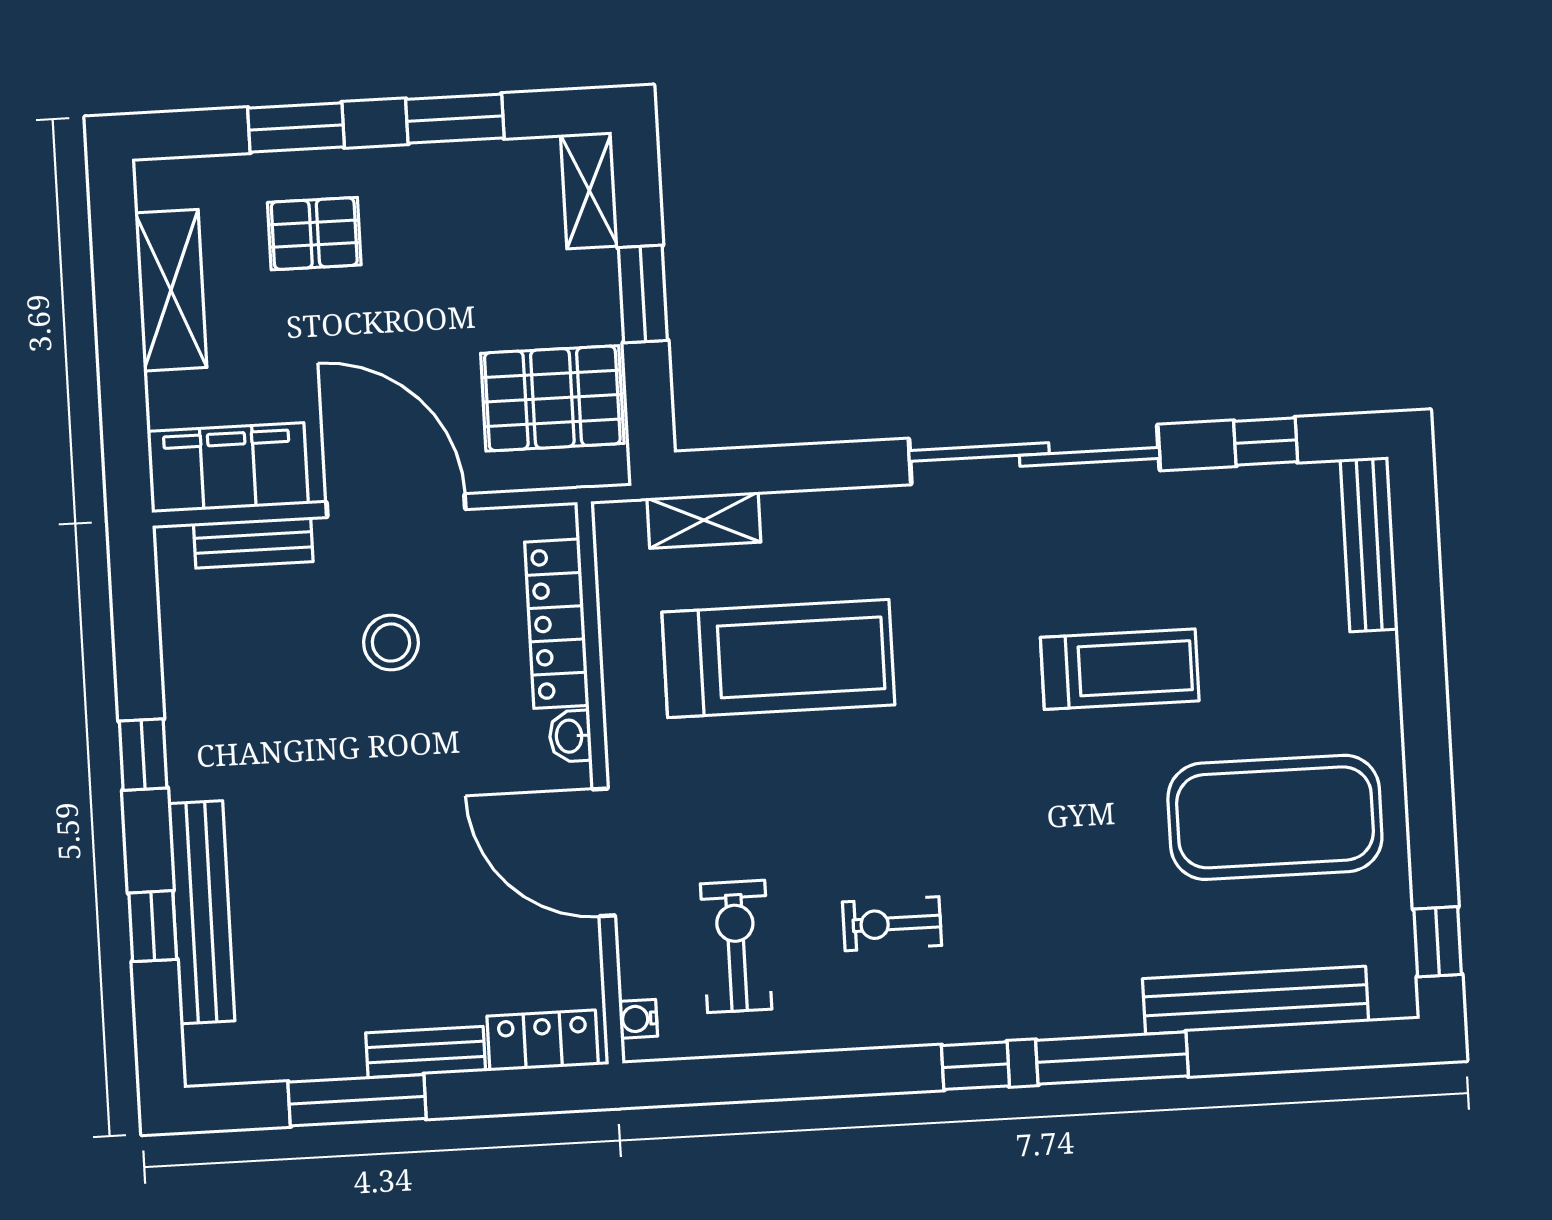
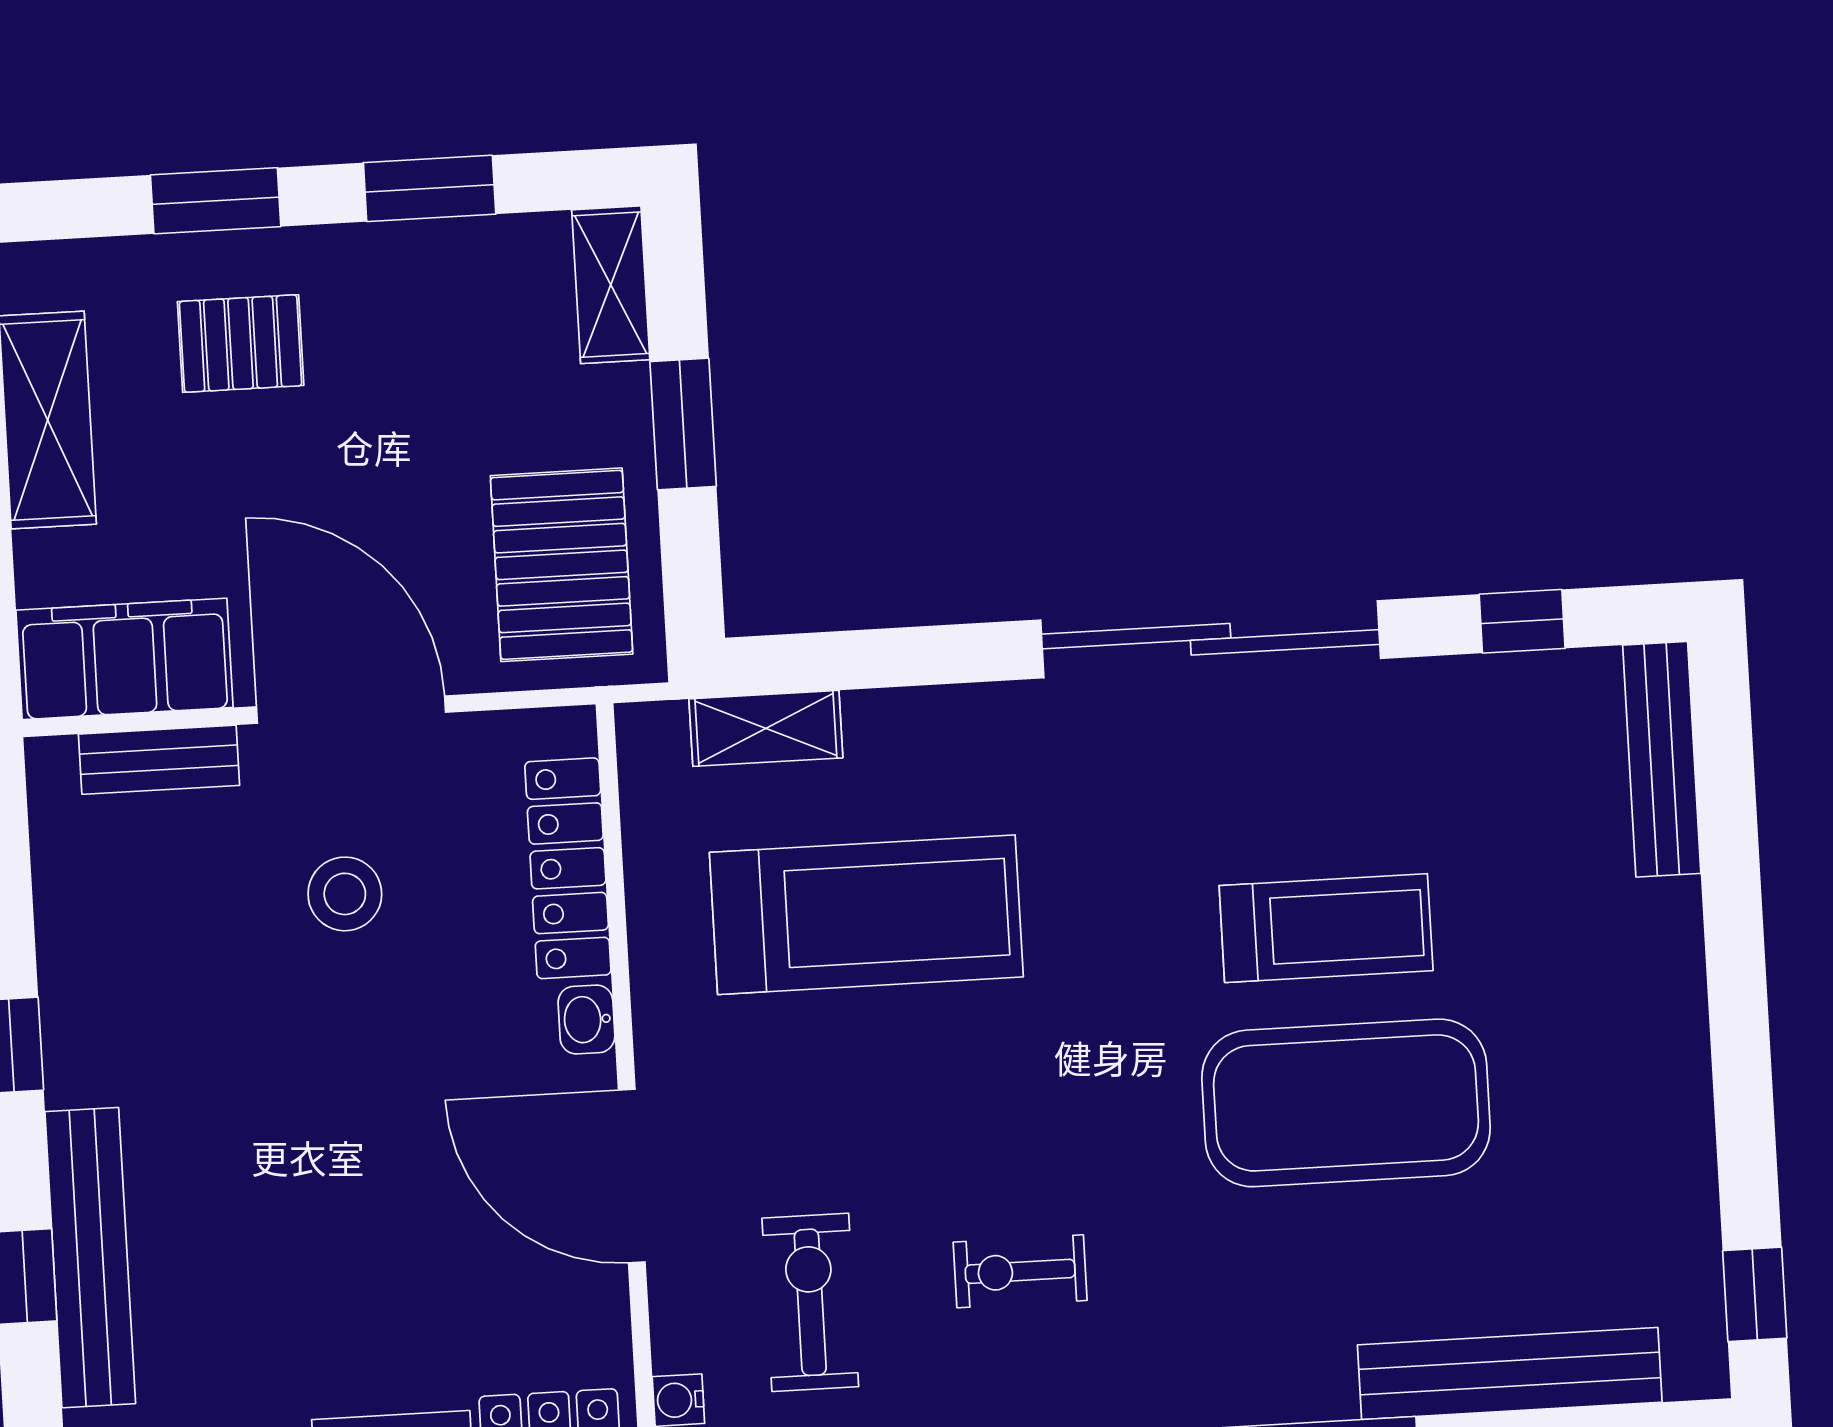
pallet: (552, 398) -> (562, 565), turned 90
exercise mat: (1275, 817) -> (1346, 1103), moved

